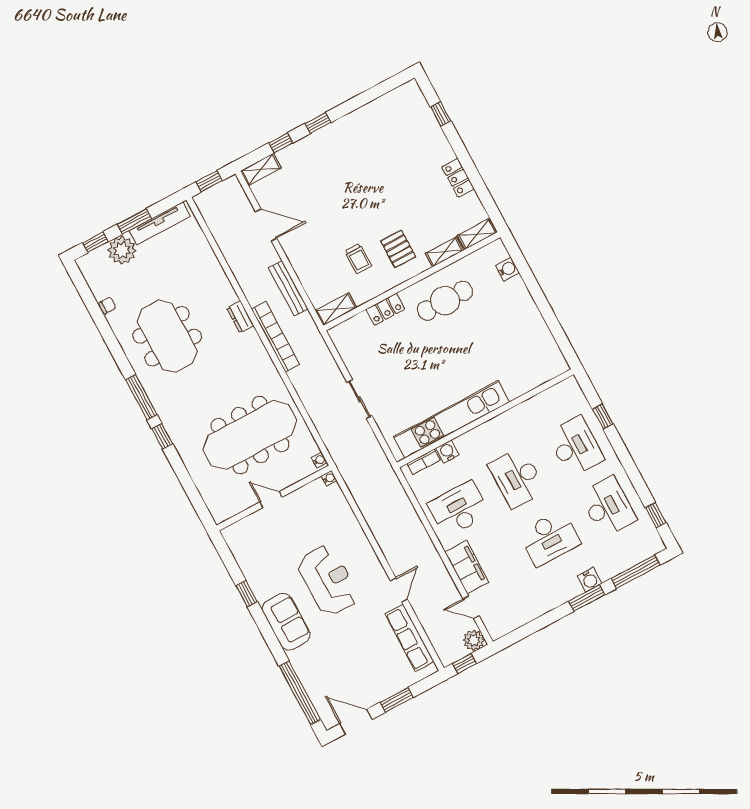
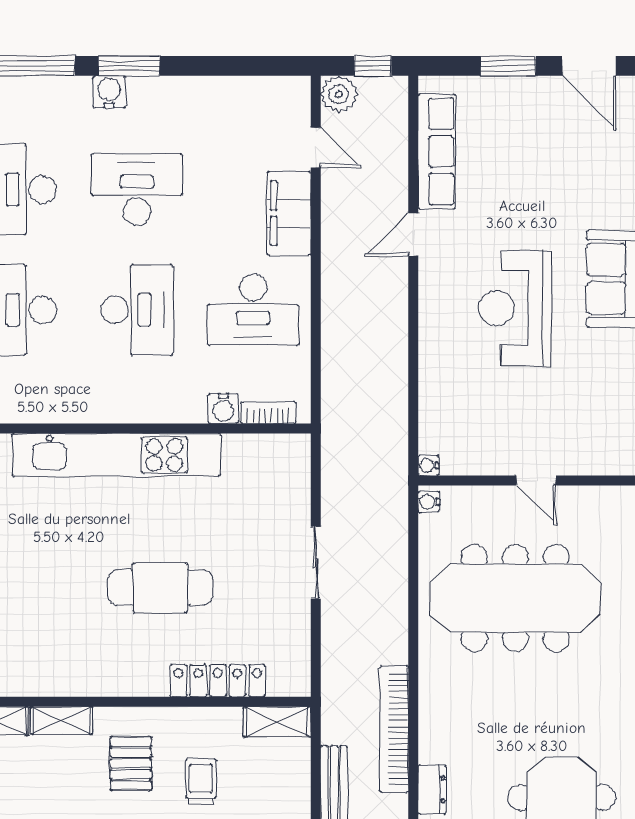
cafe table: (445, 301) -> (160, 588), moved
locker: (385, 309) -> (218, 681), width x1.53
kitchen unit: (451, 419) -> (116, 455), moved

